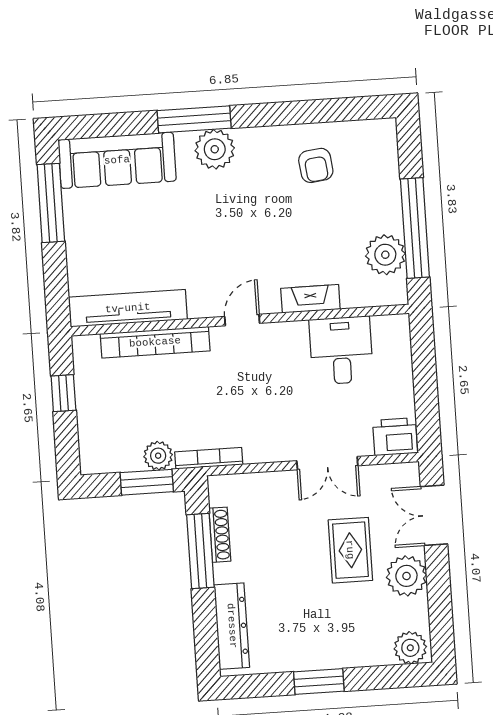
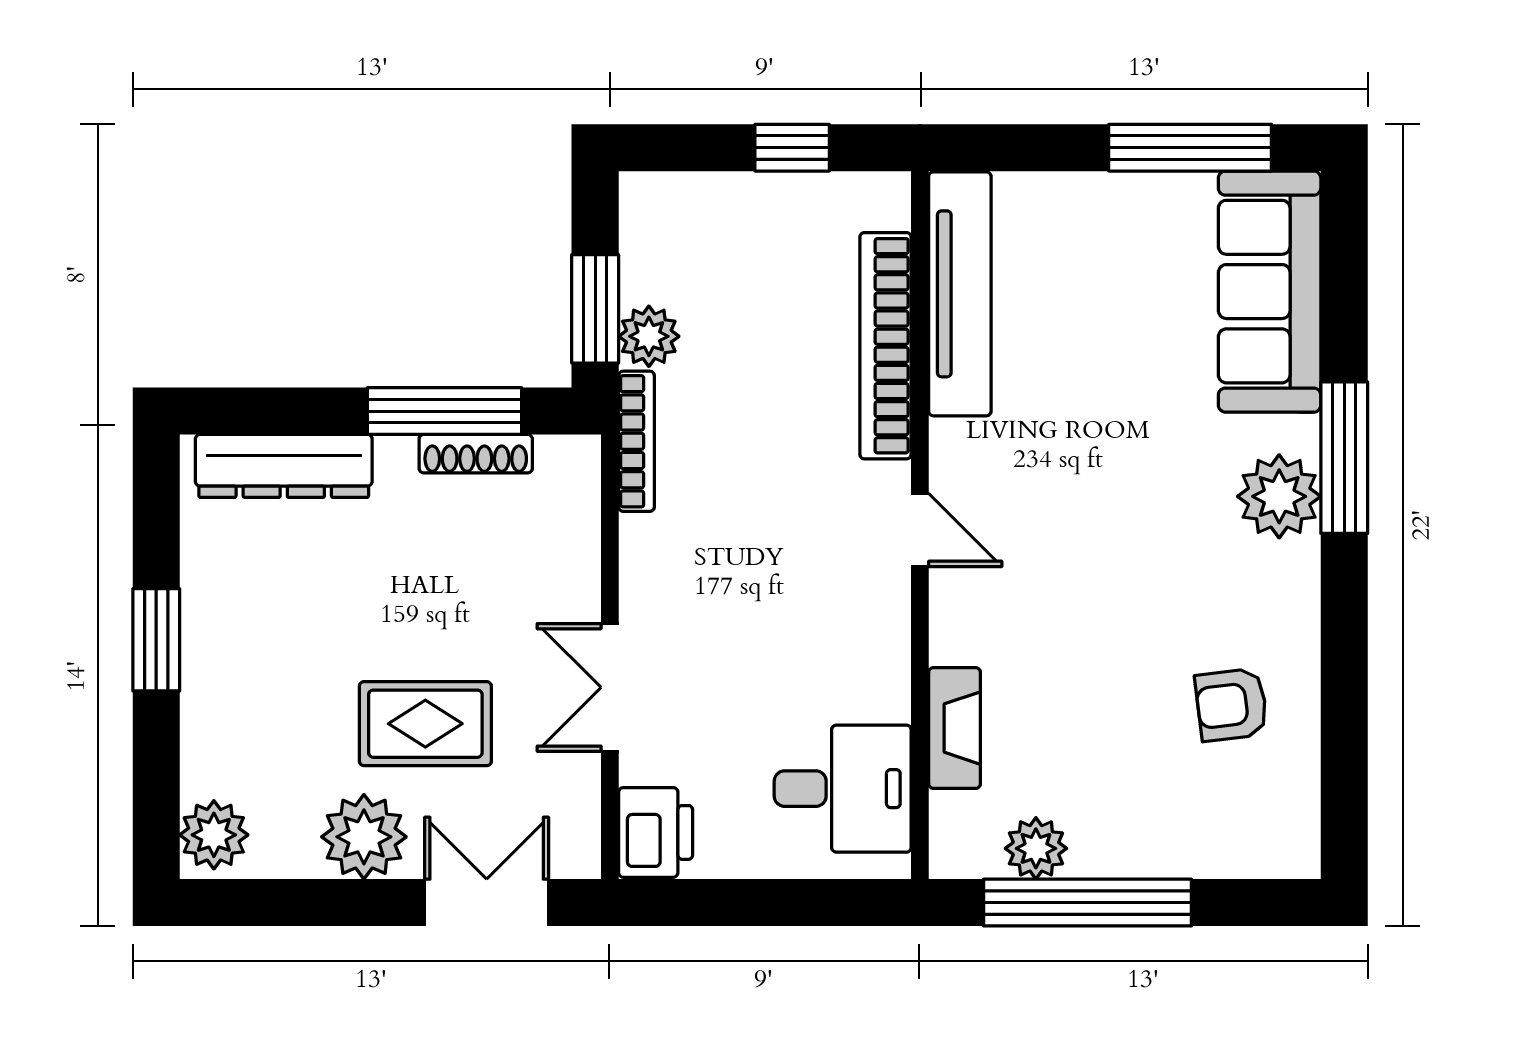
plant: (385, 255) -> (1036, 848), width x0.73, depth x0.73
fireplace: (310, 299) -> (955, 728), moved
desk: (341, 350) -> (843, 789), moved

